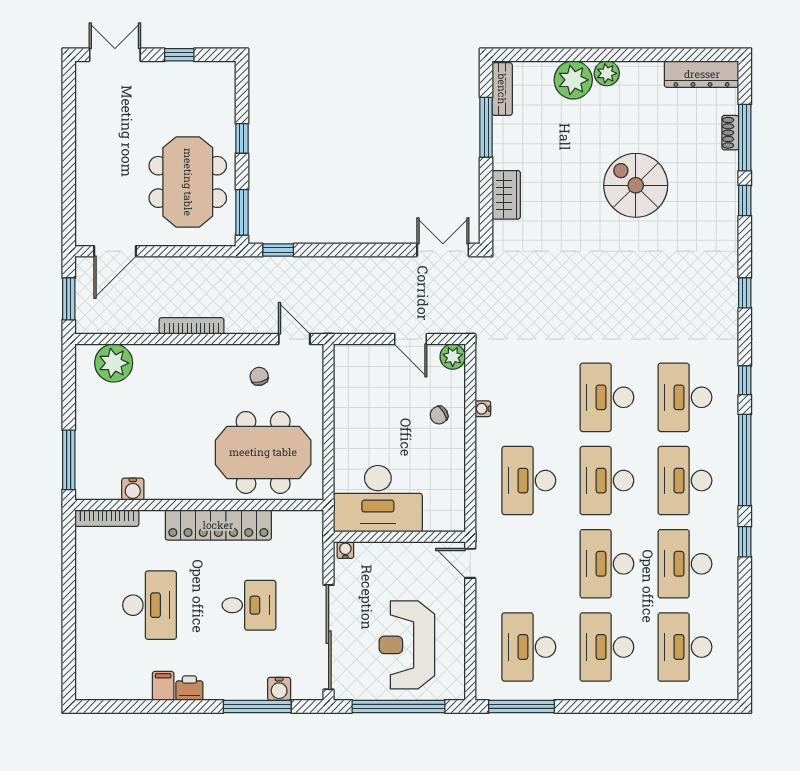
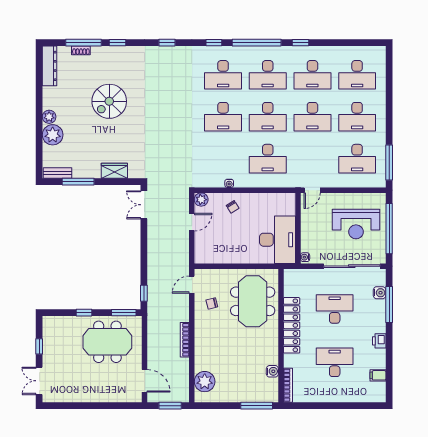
desk: (249, 605) -> (335, 309), width x1.37
filing cabinet: (163, 686) -> (378, 375), moved

